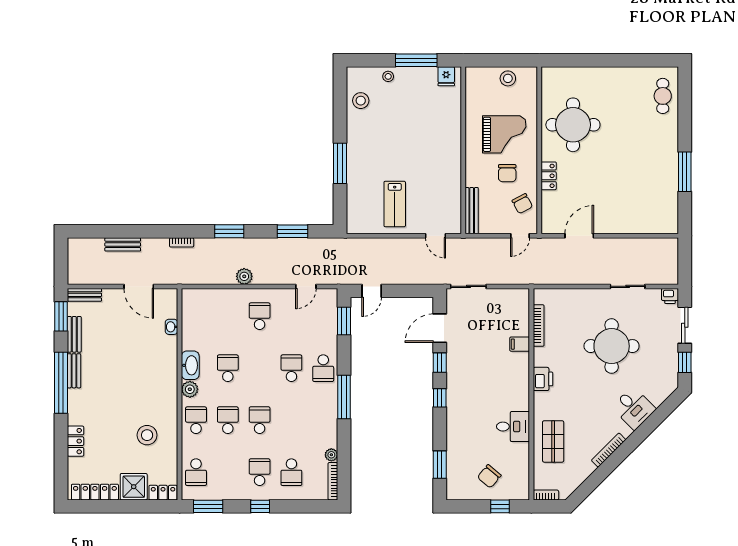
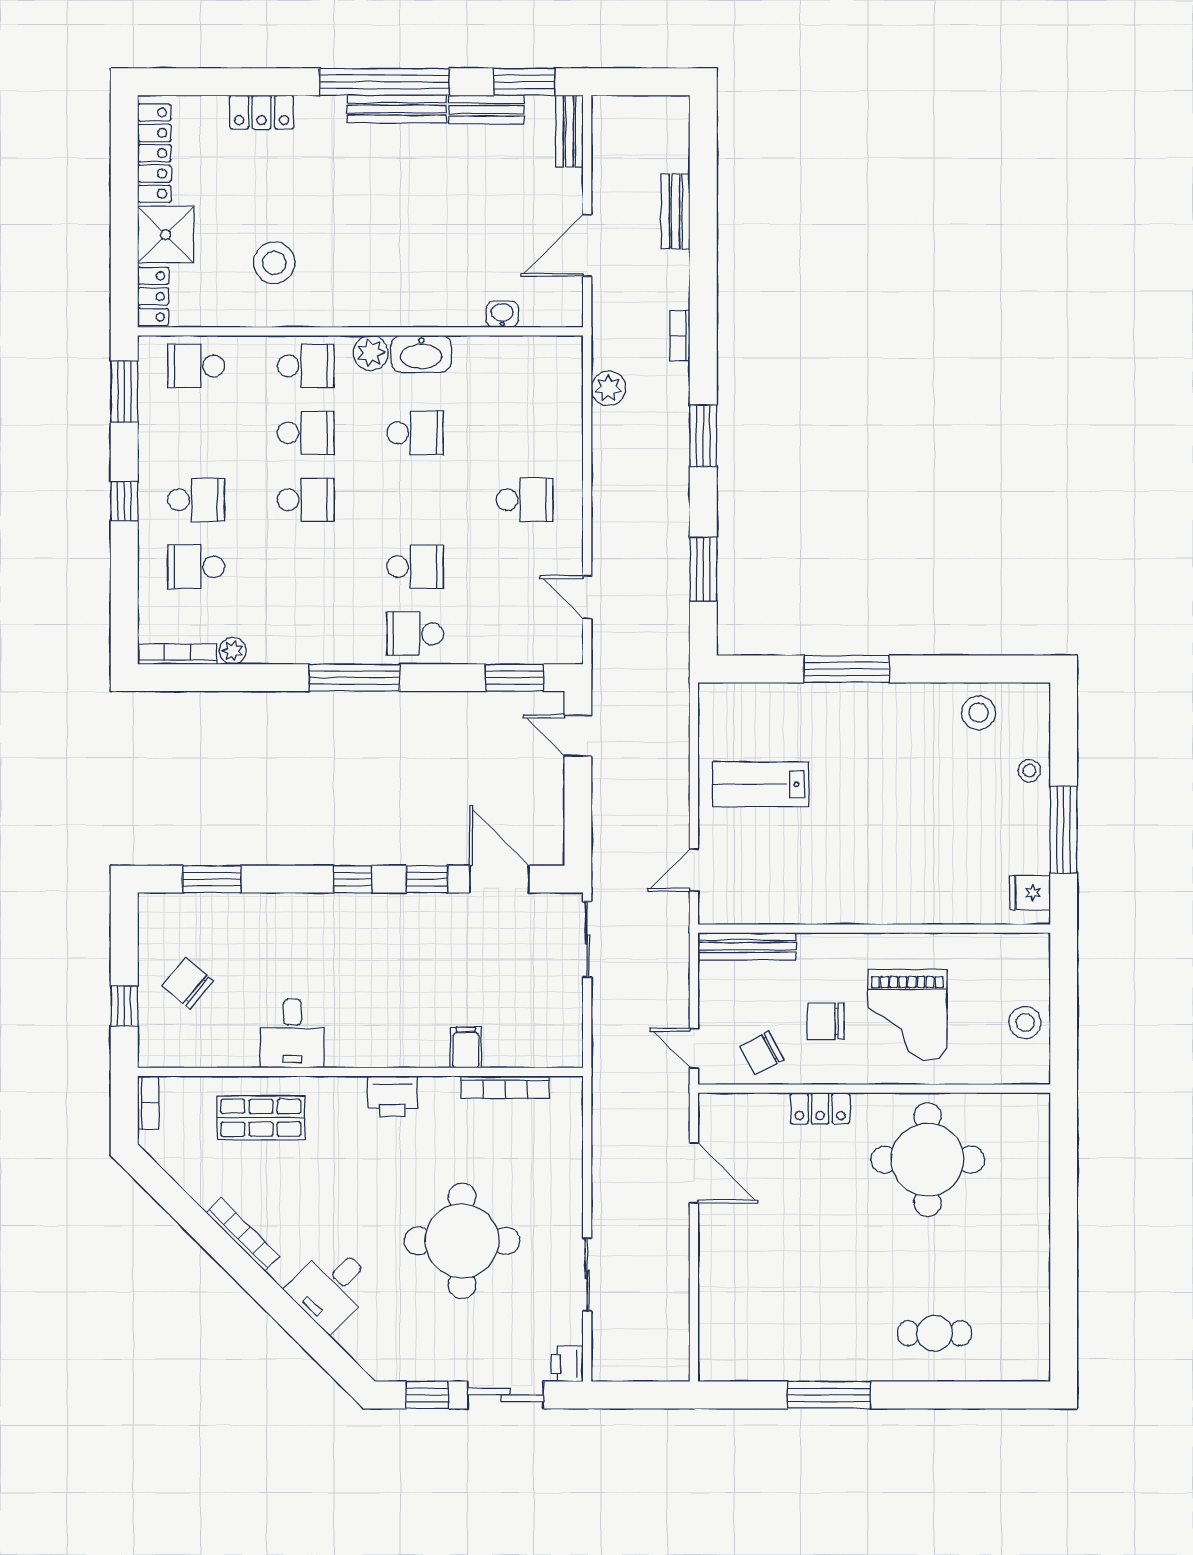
cafe table: (663, 96) -> (934, 1333), moved
plant: (244, 276) -> (608, 388), moved
bench: (74, 371) -> (397, 109), width x1.36

